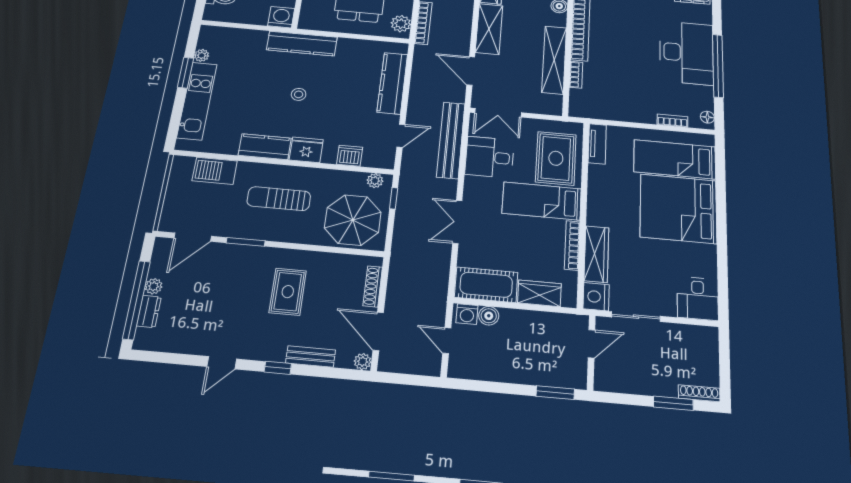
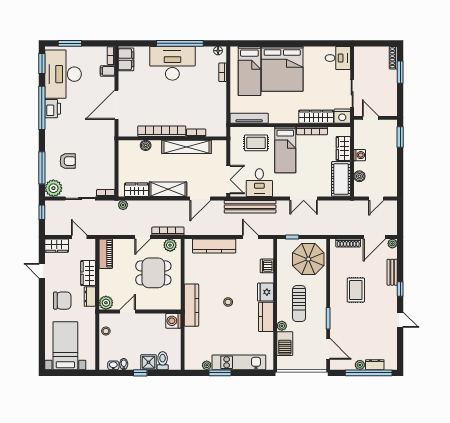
tv unit: (597, 144) -> (249, 118), width x1.41
rug: (556, 158) -> (256, 143), width x0.73, depth x0.70
plant: (375, 181) -> (282, 326), moved
rug: (288, 292) -> (356, 290), turned 90
washing machine: (467, 314) -> (360, 155), moved

